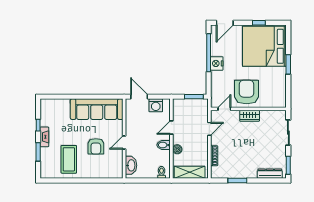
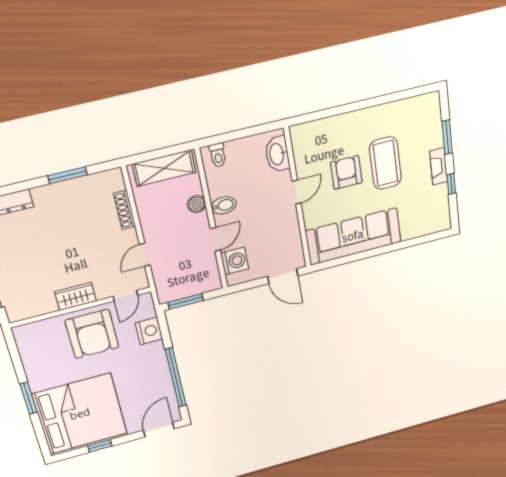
nightstand: (217, 63) -> (149, 331), moved
washing machine: (156, 105) -> (235, 261), moved, turned 90
coffee table: (69, 159) -> (385, 163), moved

